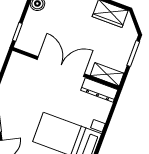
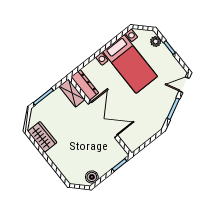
double door: (61, 67) -> (103, 120), swing flipped

